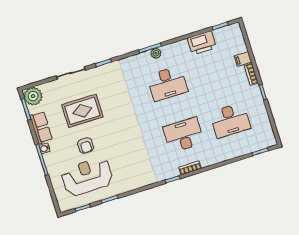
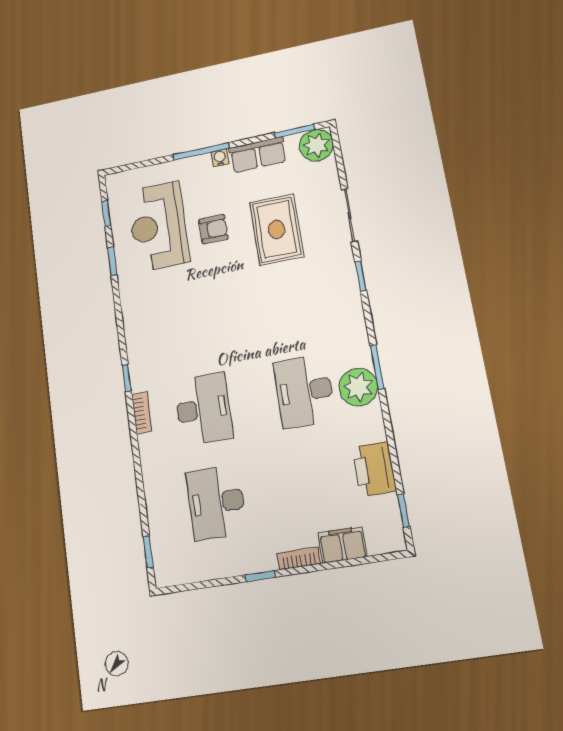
plant: (156, 53) -> (358, 387), width x1.88, depth x1.88
filing cabinet: (243, 59) -> (342, 545), width x2.00
armchair: (86, 145) -> (213, 229), turned 180
reception desk: (87, 177) -> (158, 226), turned 180

